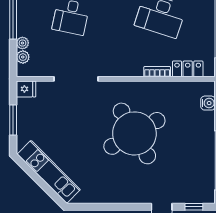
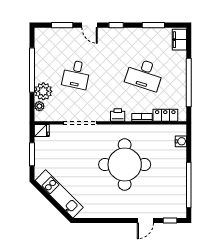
plant: (22, 43) -> (43, 91), width x1.87, depth x1.87
printer: (125, 69) -> (118, 115), added
round table: (134, 133) -> (125, 165), turned 30

